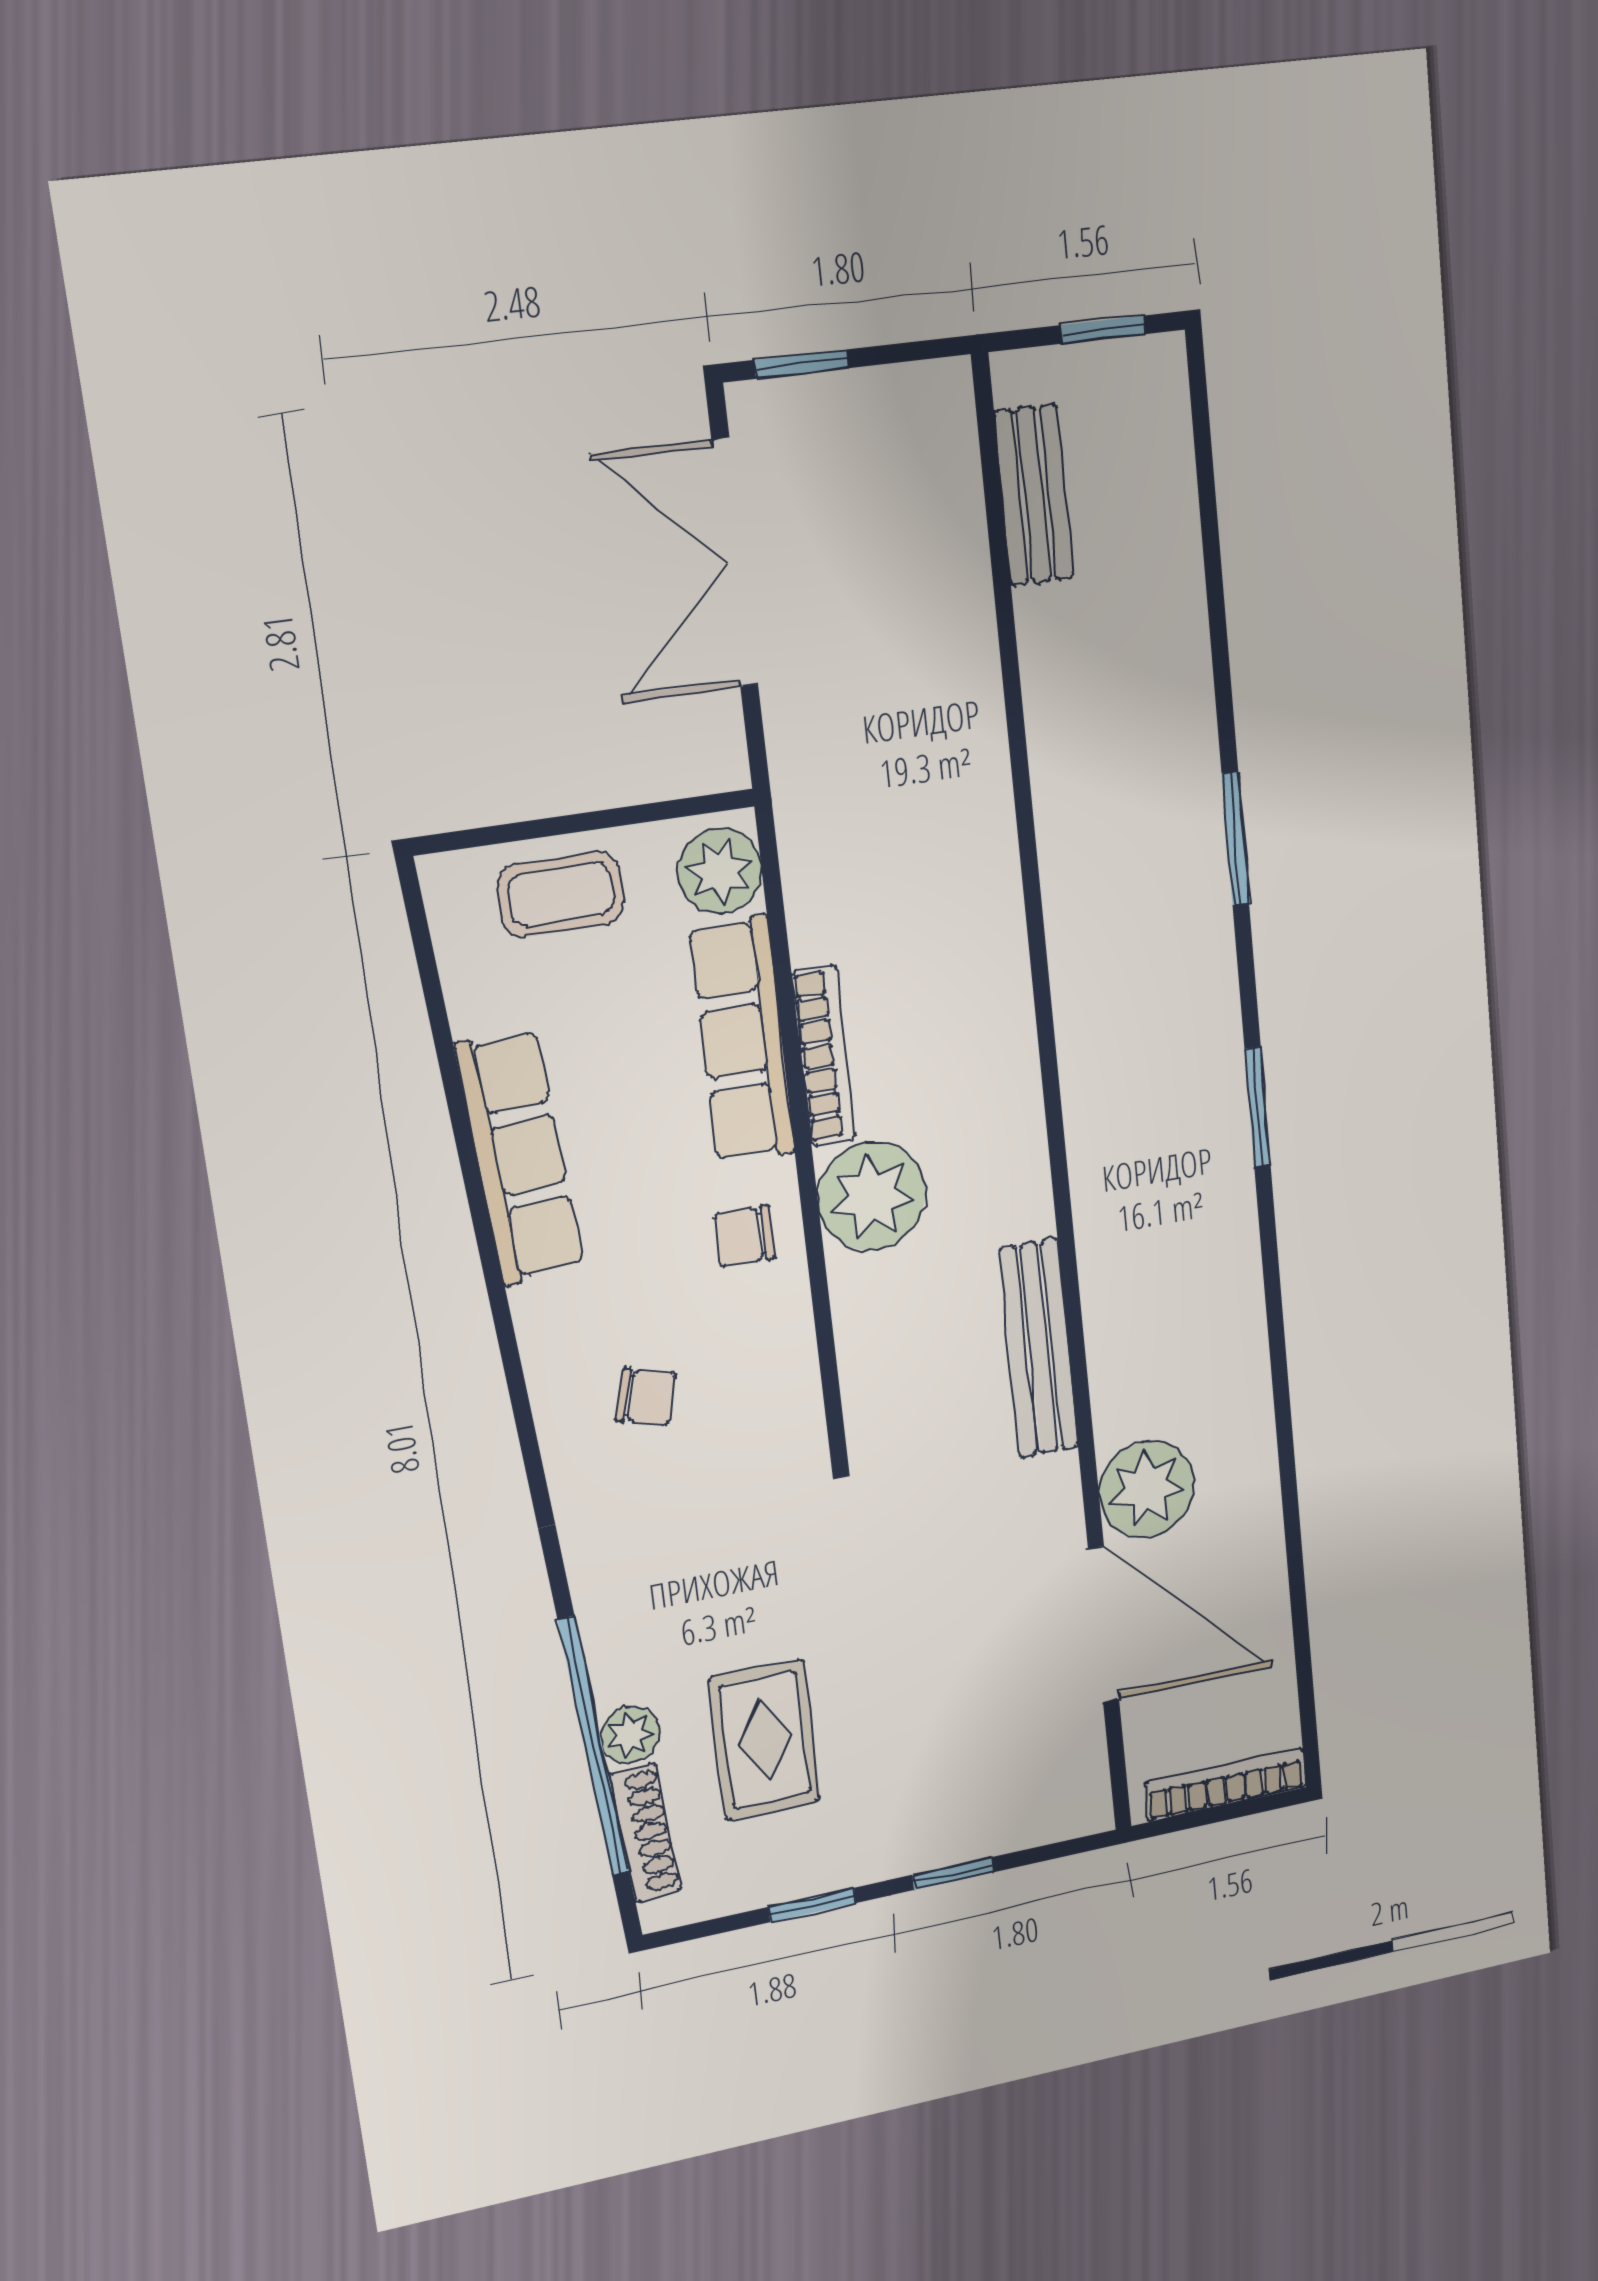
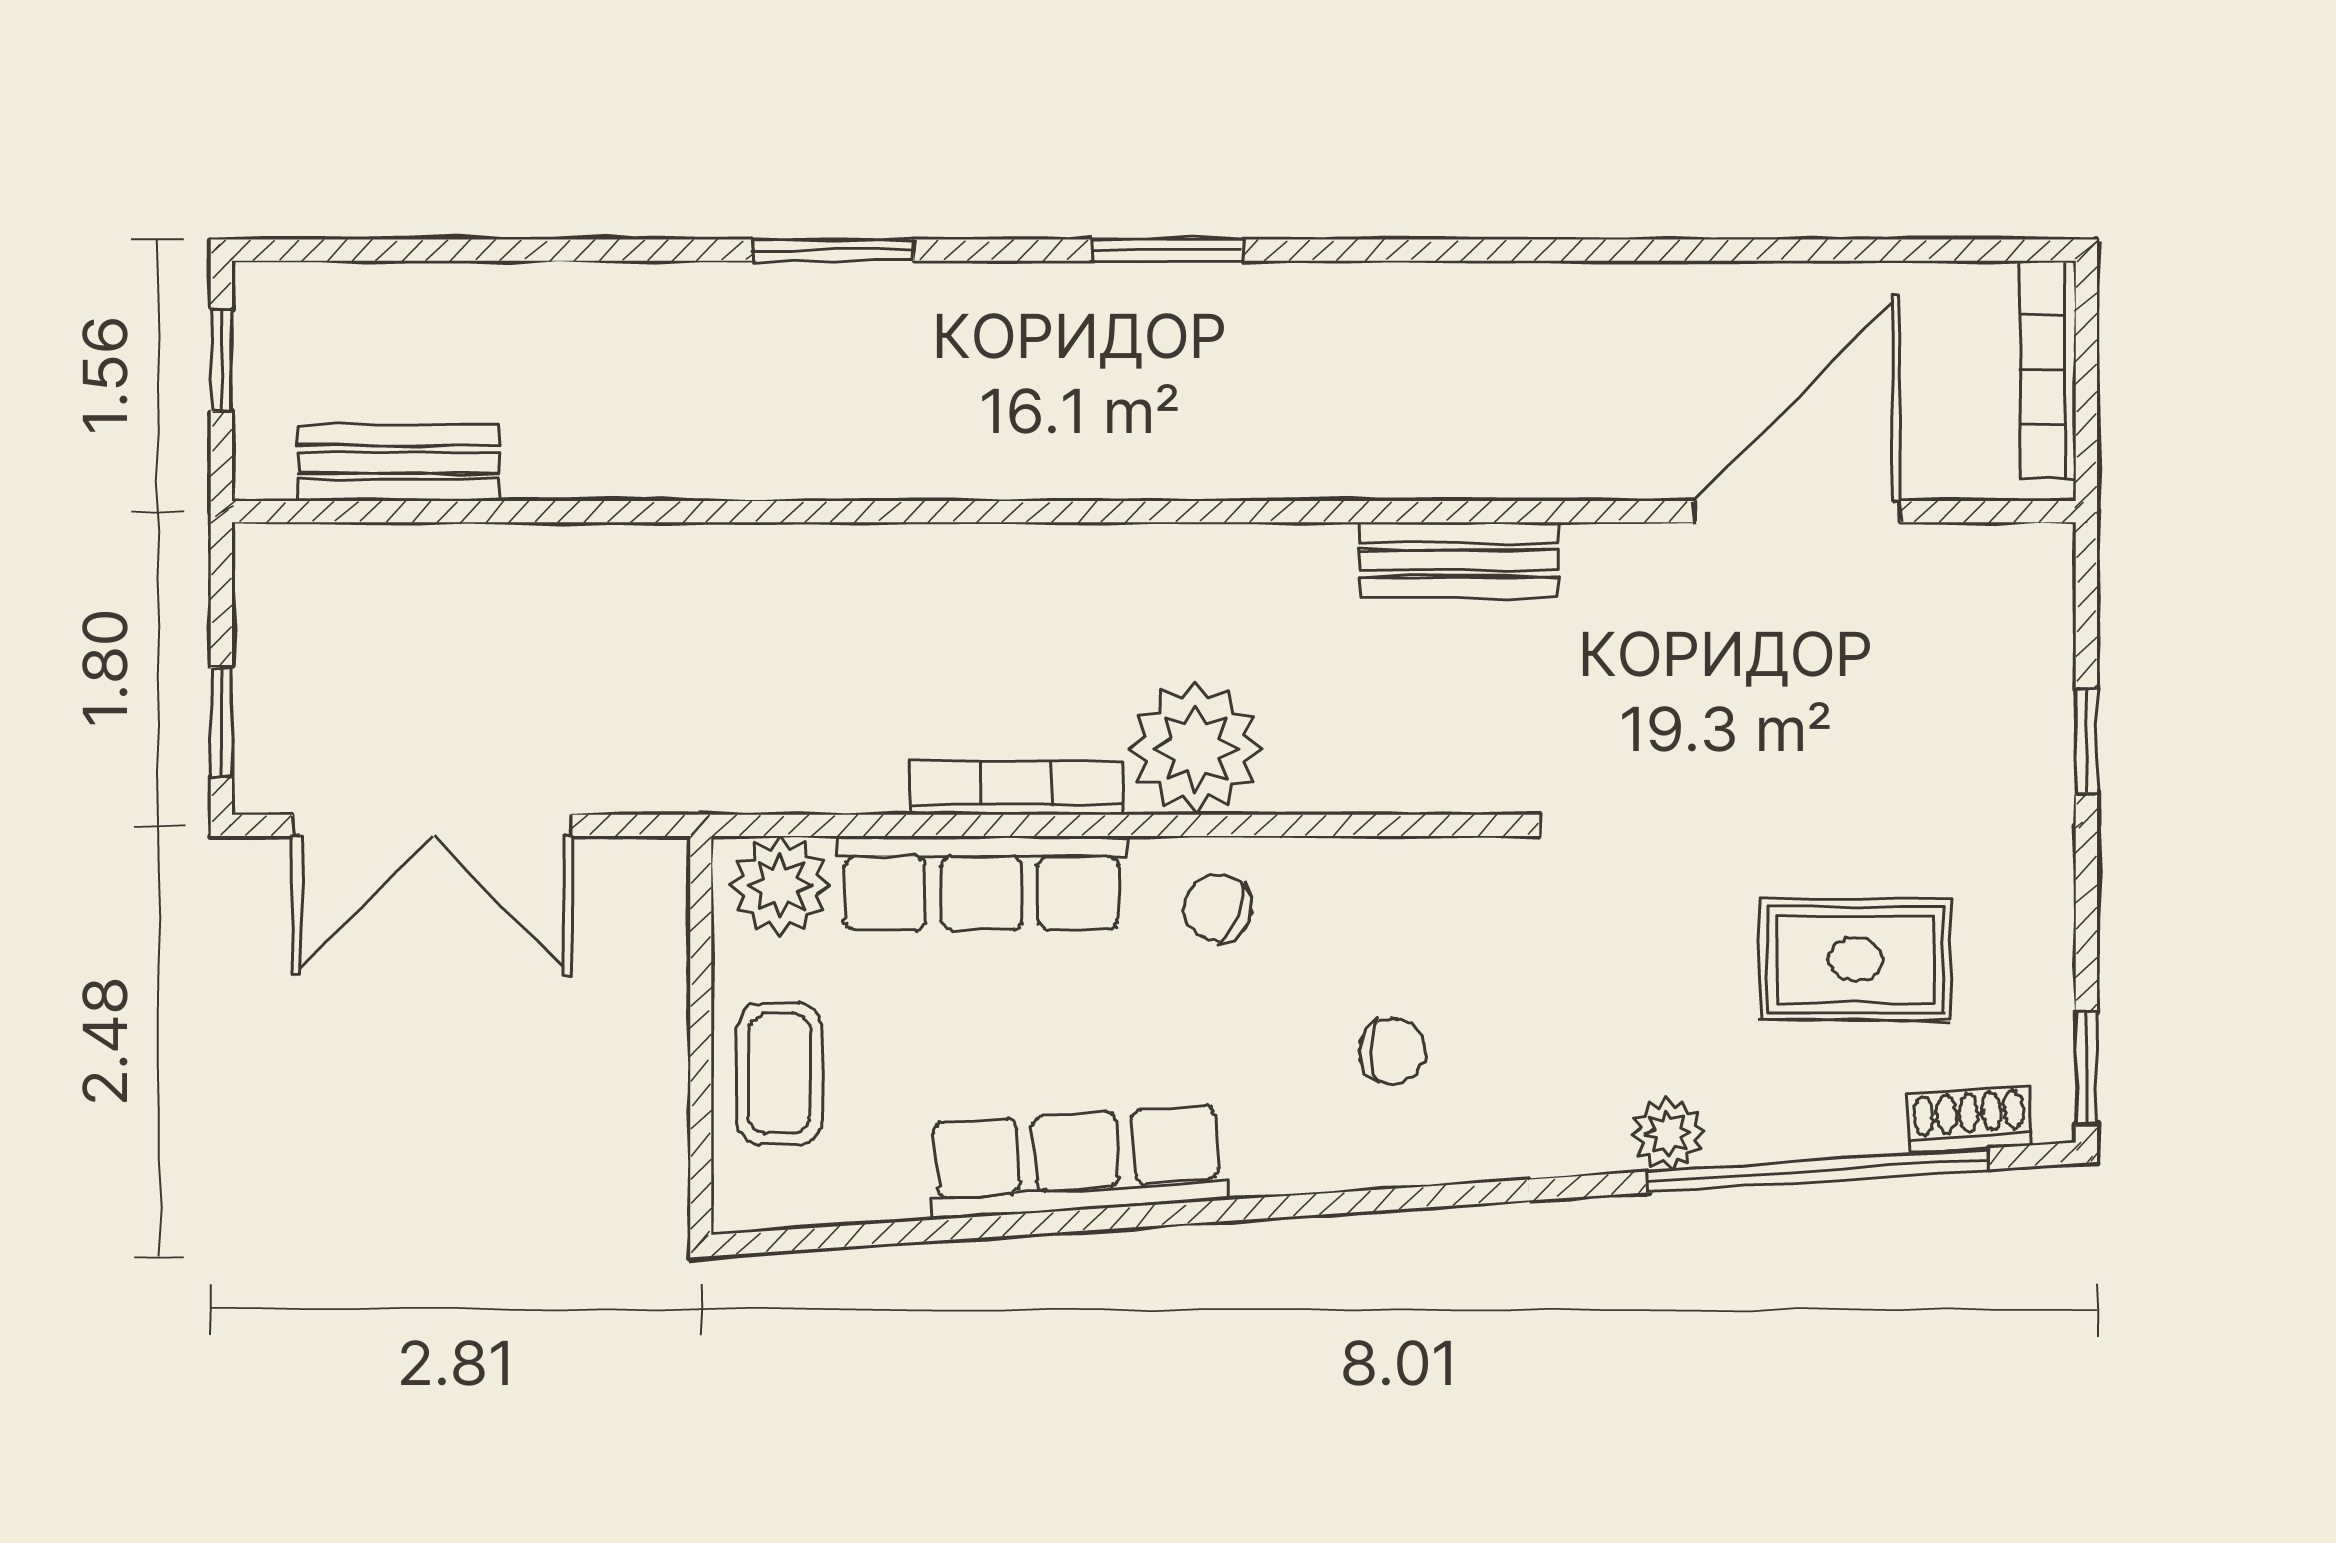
chair: (745, 1236) -> (1218, 908), turned 113
bench: (1039, 1348) -> (1459, 560), width x0.73
chair: (646, 1397) -> (1392, 1051), turned 74
plant: (1147, 1489) -> (1630, 438), removed
plant: (630, 1735) -> (1668, 1134), moved
shoe rack: (645, 1833) -> (1969, 1120), width x0.70
window: (812, 1905) -> (2086, 1069), moved

